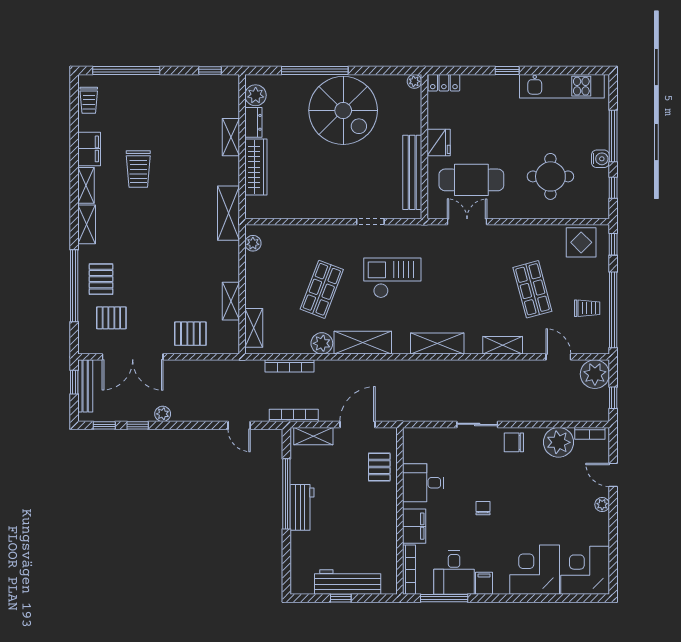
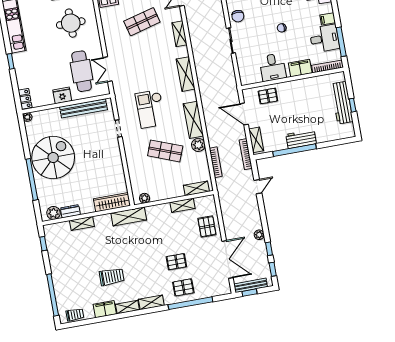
wardrobe: (256, 167) -> (112, 202), moved
pallet: (111, 318) -> (176, 262), moved, turned 90

